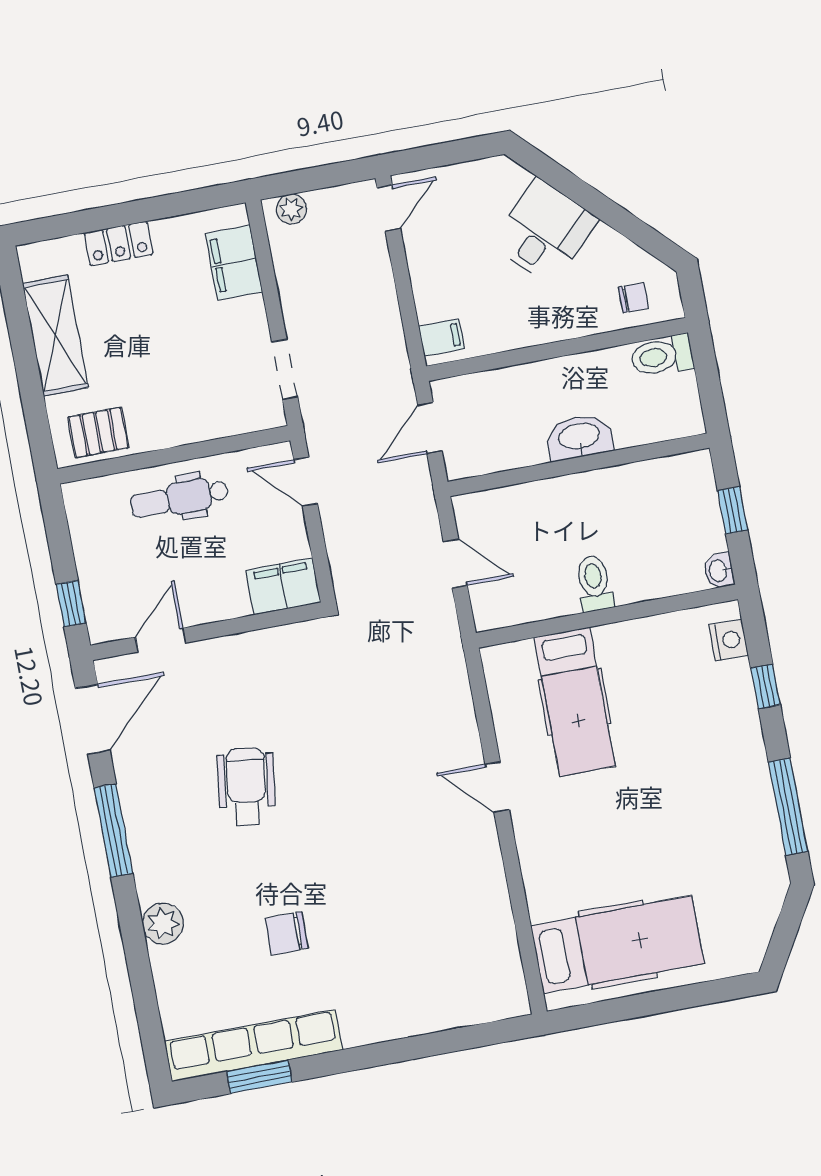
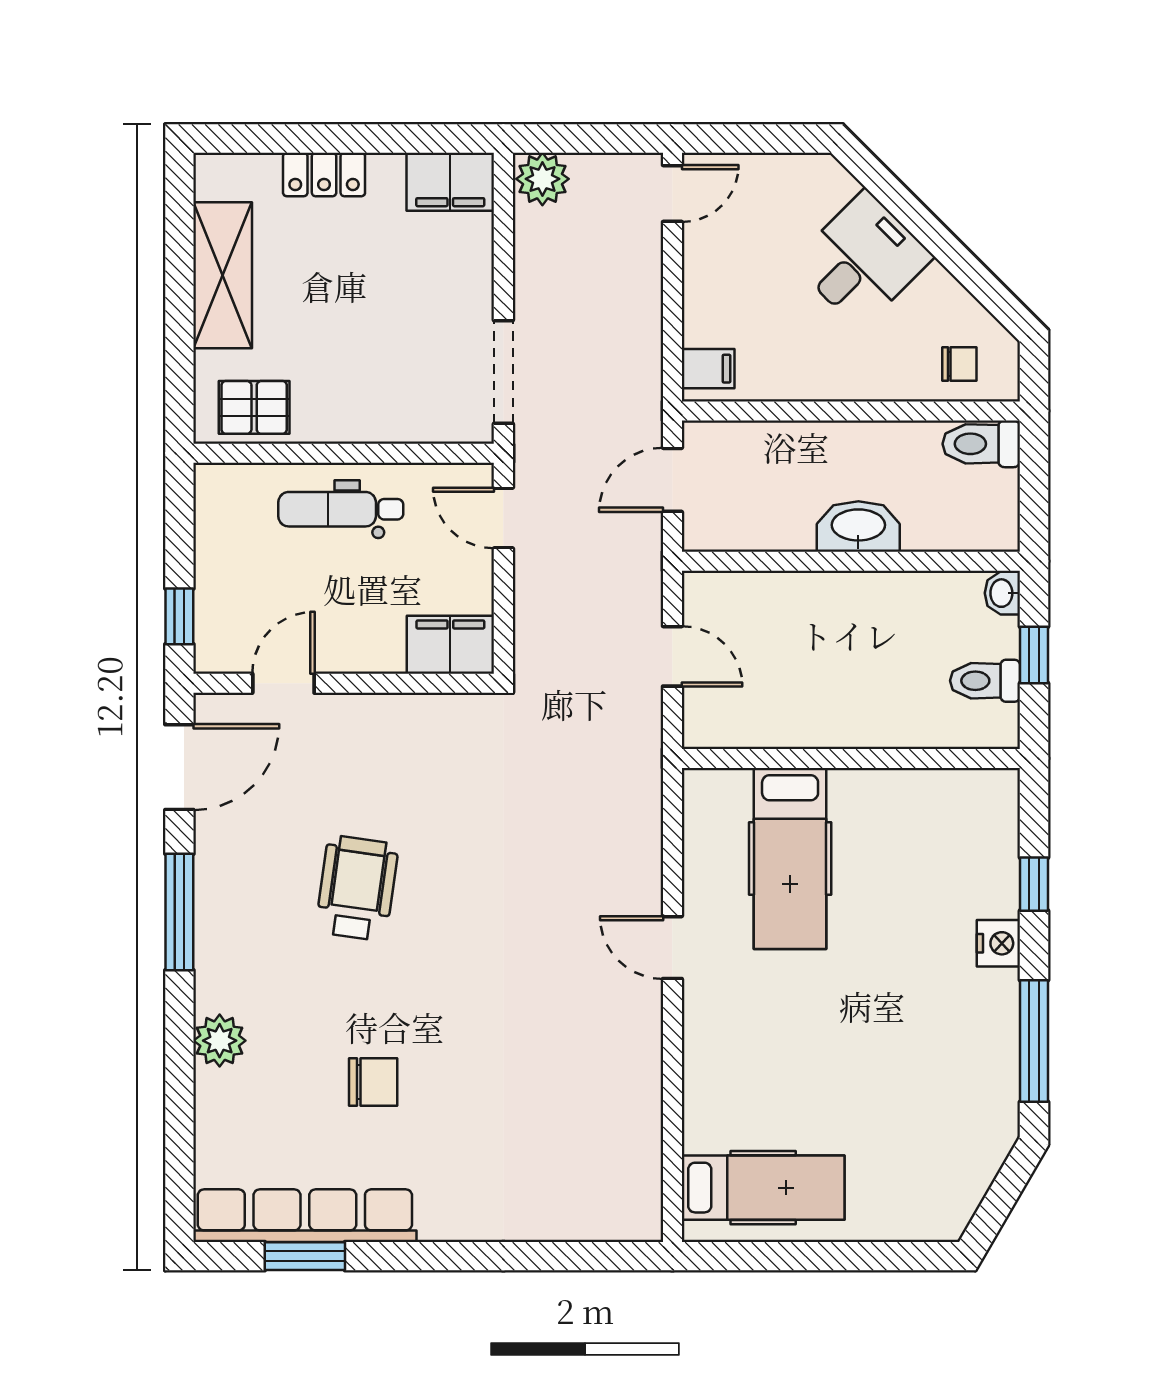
plant: (291, 209) -> (542, 179), width x1.38, depth x1.38
filing cabinet: (234, 263) -> (450, 182), moved, turned -90
doorway: (285, 369) -> (503, 372), width x1.38
washbasin: (719, 571) -> (1002, 593), moved
toilet: (594, 583) -> (985, 681), moved, turned -90
nightstand: (729, 640) -> (998, 943), moved
chair: (287, 933) -> (373, 1082), turned 180
hospital bed: (617, 944) -> (763, 1188), width x0.73, depth x0.78

